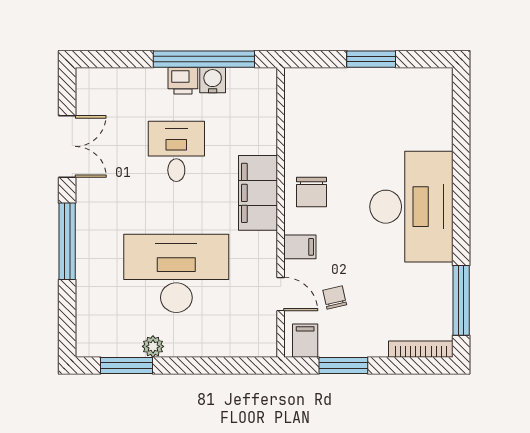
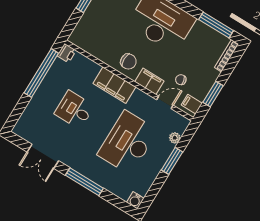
water cooler: (213, 80) -> (135, 200), moved, turned -90
printer: (183, 81) -> (67, 53), moved
double door: (67, 146) -> (43, 156), swing flipped
filing cabinet: (300, 247) -> (149, 81), width x2.00
plant: (153, 346) -> (175, 138), moved
window: (126, 365) -> (172, 161), moved

